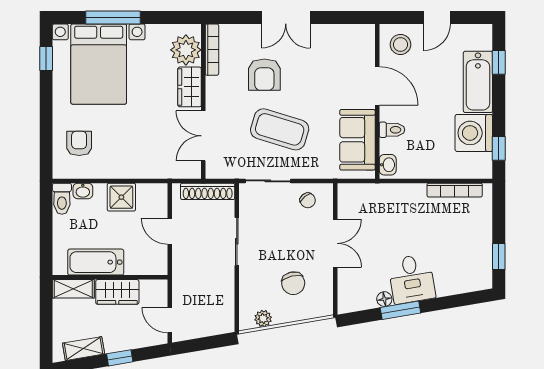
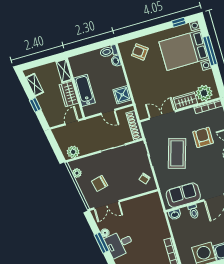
armchair: (264, 75) -> (203, 137), turned 90
armchair: (79, 143) -> (140, 52), turned -143
shower: (121, 197) -> (122, 95), moved
door: (170, 231) -> (108, 112), swing flipped
double door: (335, 243) -> (106, 205), moved
bathtub: (96, 262) -> (85, 90), moved
plant: (223, 314) -> (73, 152), added
door: (170, 320) -> (72, 122), moved

